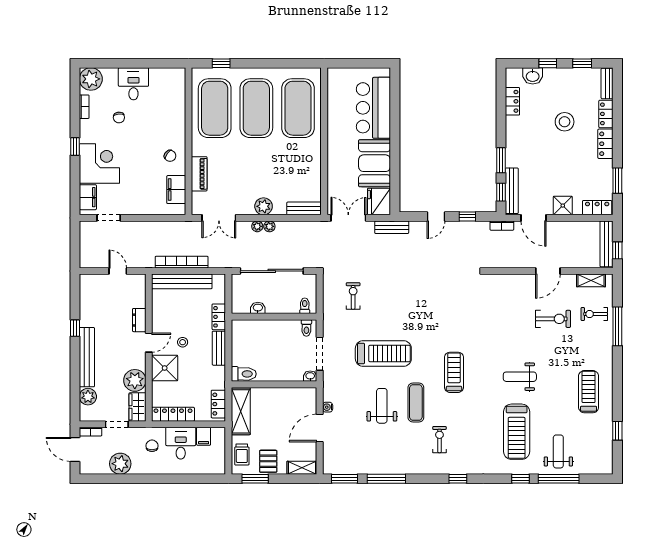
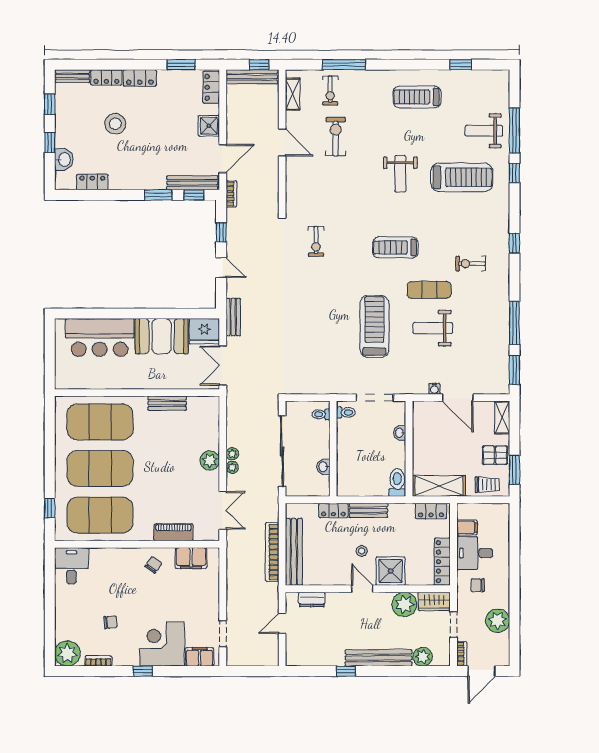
desk: (133, 84) -> (71, 566), moved, turned 90
bench: (304, 208) -> (167, 403), moved, turned 90
exercise bike: (353, 296) -> (316, 241), moved, turned -90
dresser: (139, 320) -> (312, 599), moved
washbasin: (310, 376) -> (400, 433), moved

